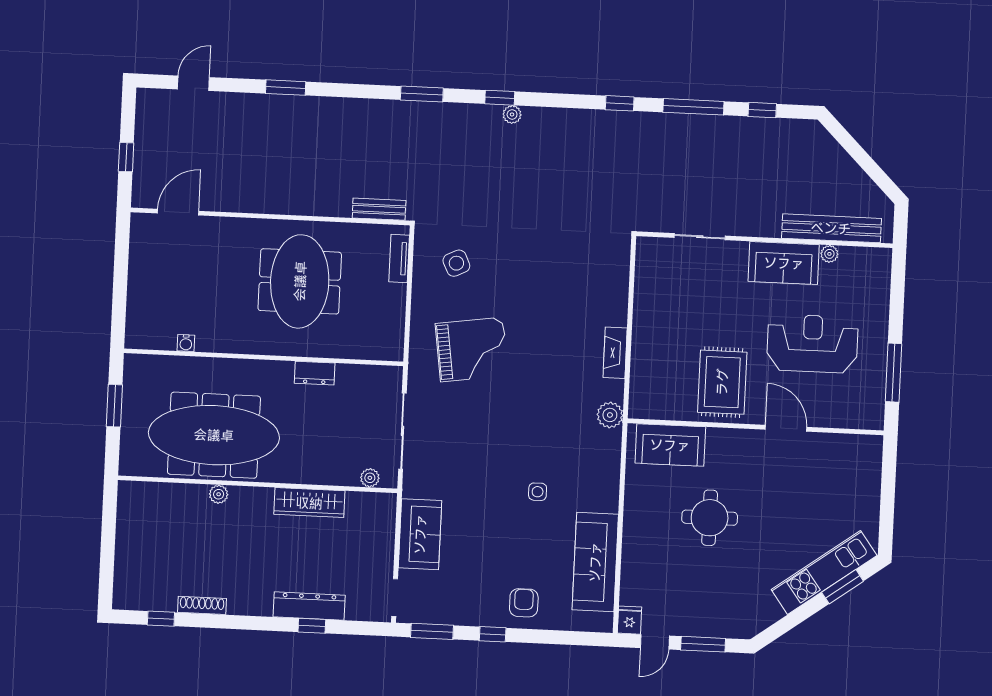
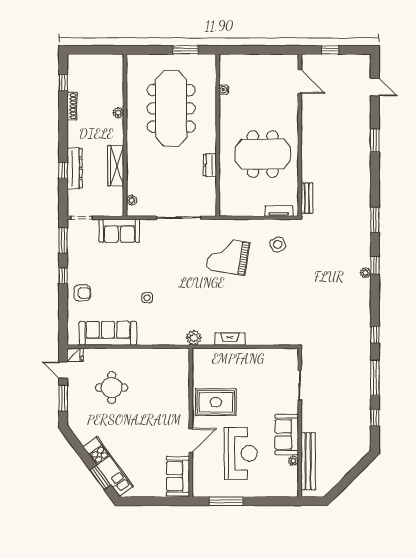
grand piano: (472, 350) -> (228, 256), turned 107
sofa: (670, 445) -> (178, 476), moved
plant: (370, 478) -> (132, 200), moved
wall: (258, 484) -> (125, 135), moved
plant: (219, 494) -> (118, 113), moved
wardrobe: (309, 503) -> (116, 166), moved
round table: (710, 518) -> (112, 388), moved

